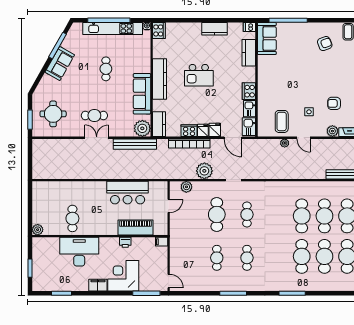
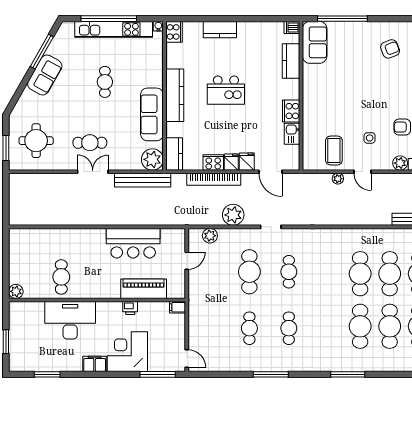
kitchen counter: (214, 29) -> (220, 30), moved
kitchen sink: (249, 127) -> (291, 157), removed

